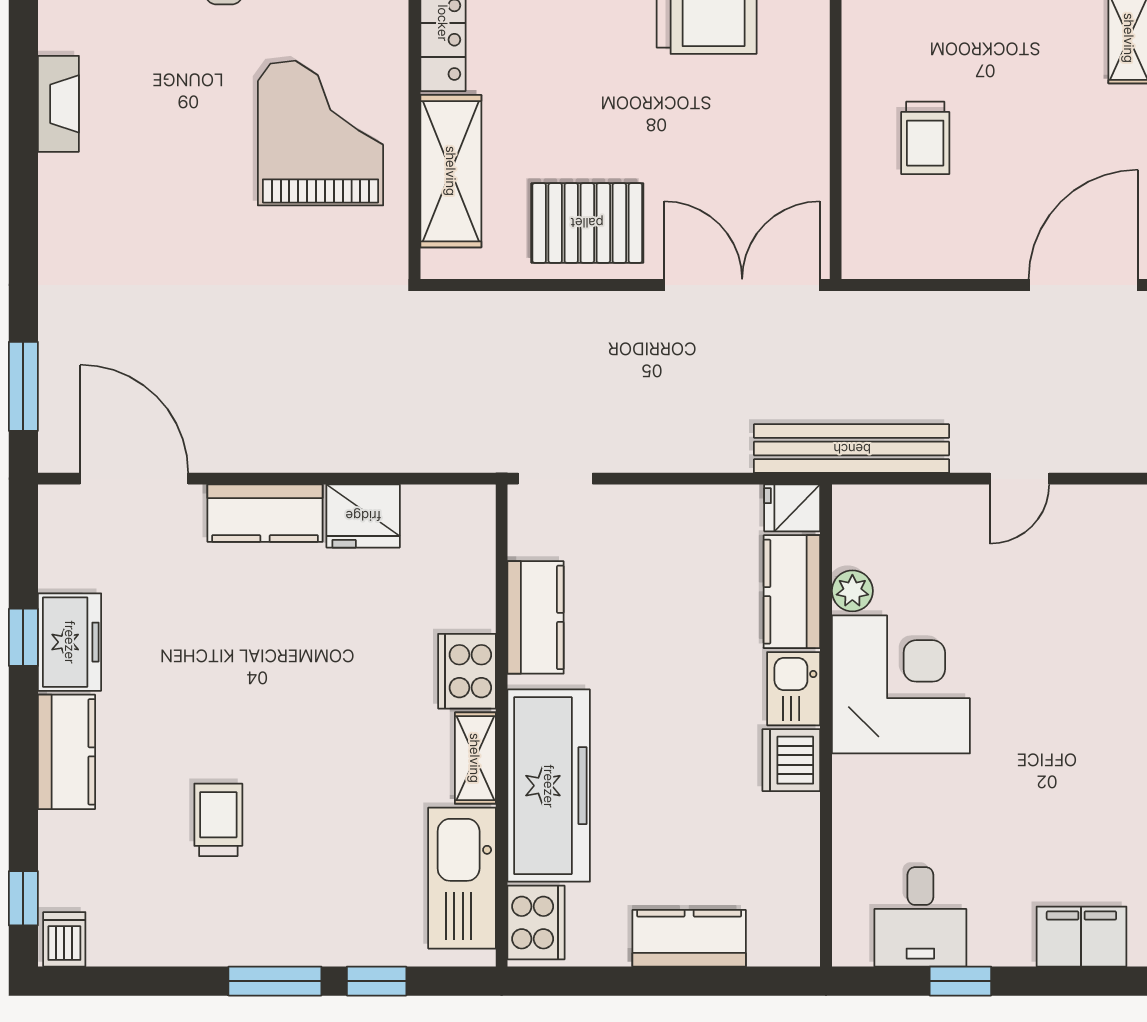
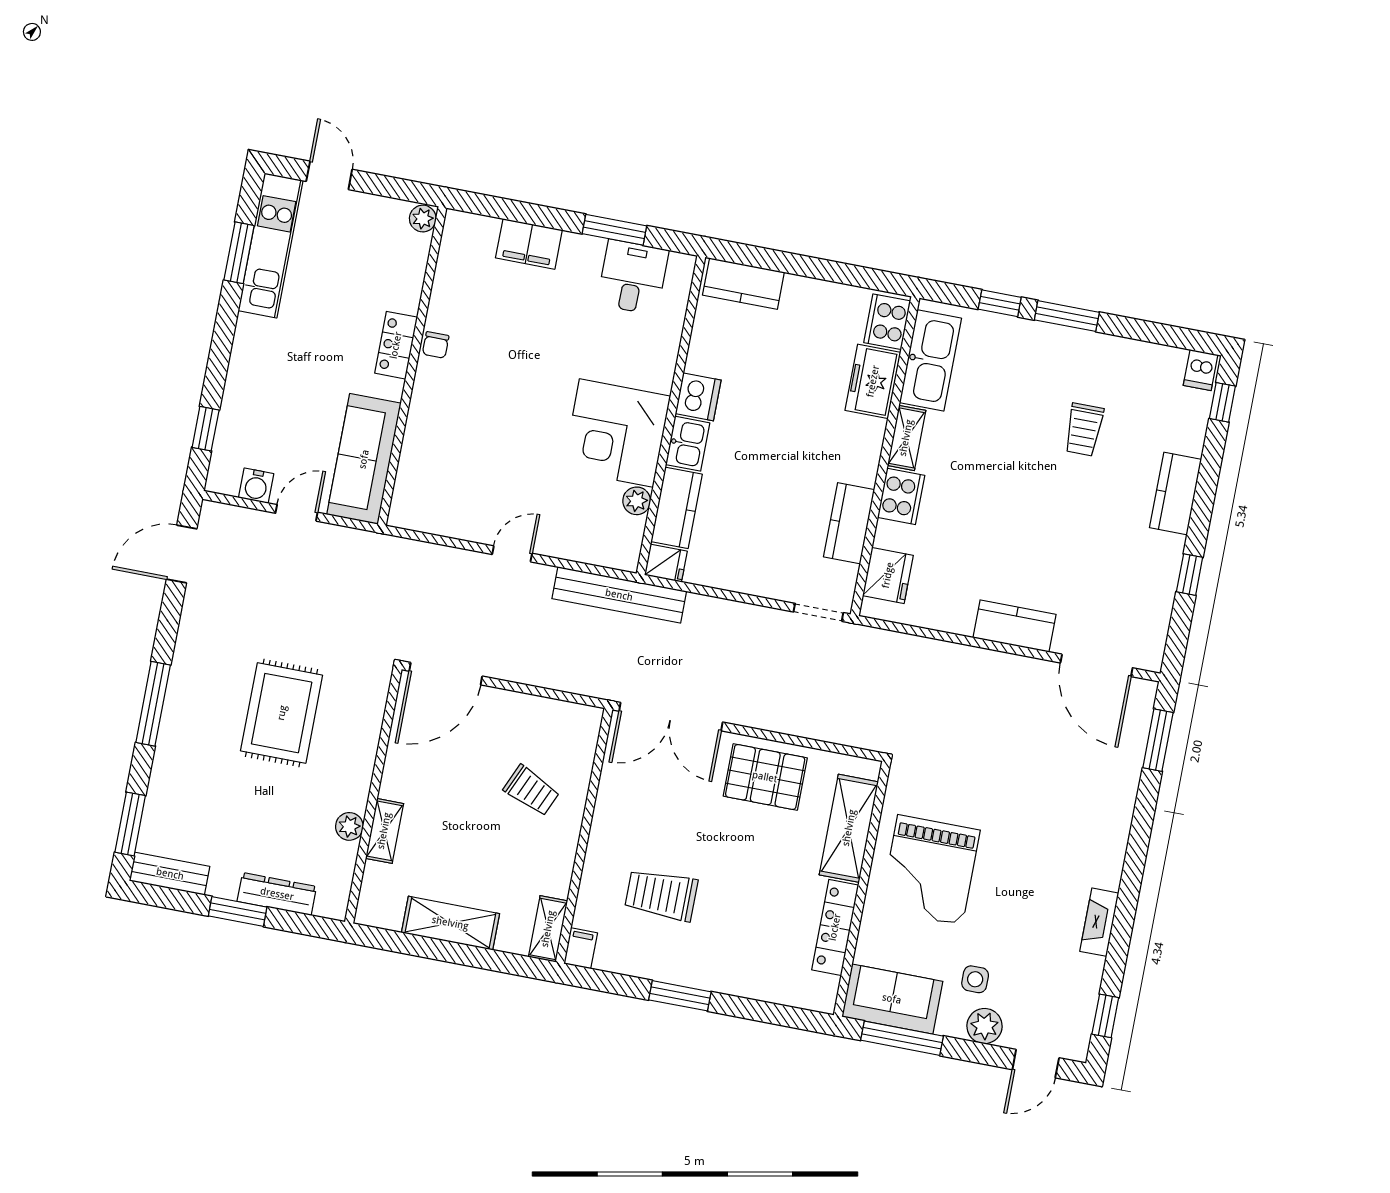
trolley: (925, 138) -> (531, 791), turned 114
fridge: (363, 516) -> (888, 575), moved, turned 90
freezer: (70, 642) -> (1160, 566), removed
freezer: (549, 786) -> (873, 381), width x0.52, depth x0.79
kitchen counter: (689, 938) -> (743, 284), moved
window: (960, 981) -> (614, 230), width x1.50

